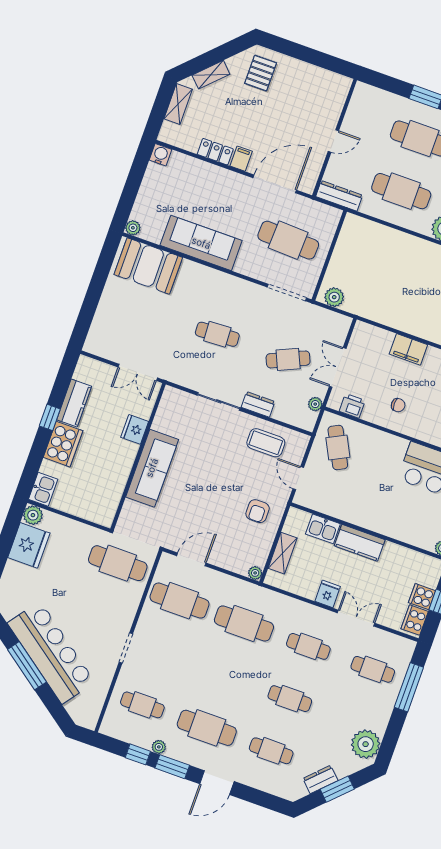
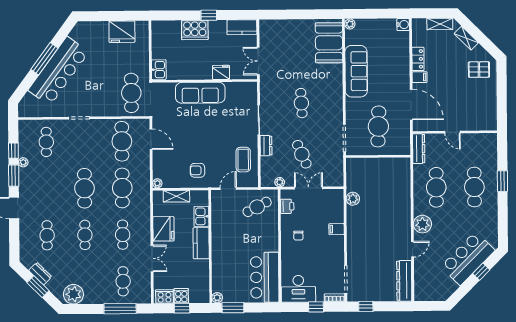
plant: (334, 297) -> (353, 199), moved
filing cabinet: (408, 349) -> (337, 229), width x0.50
kitchen counter: (74, 403) -> (242, 27), moved
kitchen sink: (43, 489) -> (159, 70), moved, turned -90
plant: (33, 515) -> (142, 27), removed
fridge: (328, 594) -> (163, 229), width x1.88, depth x1.34
cafe table: (207, 728) -> (84, 188), moved

